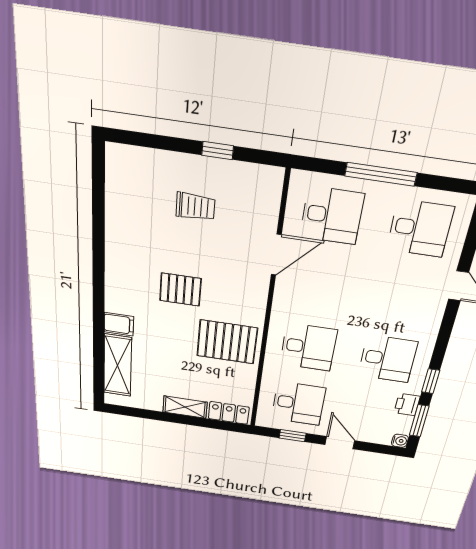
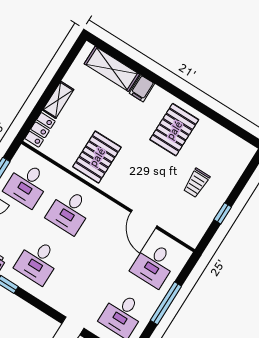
pallet: (180, 290) -> (174, 130), moved, width x1.50, depth x1.42

